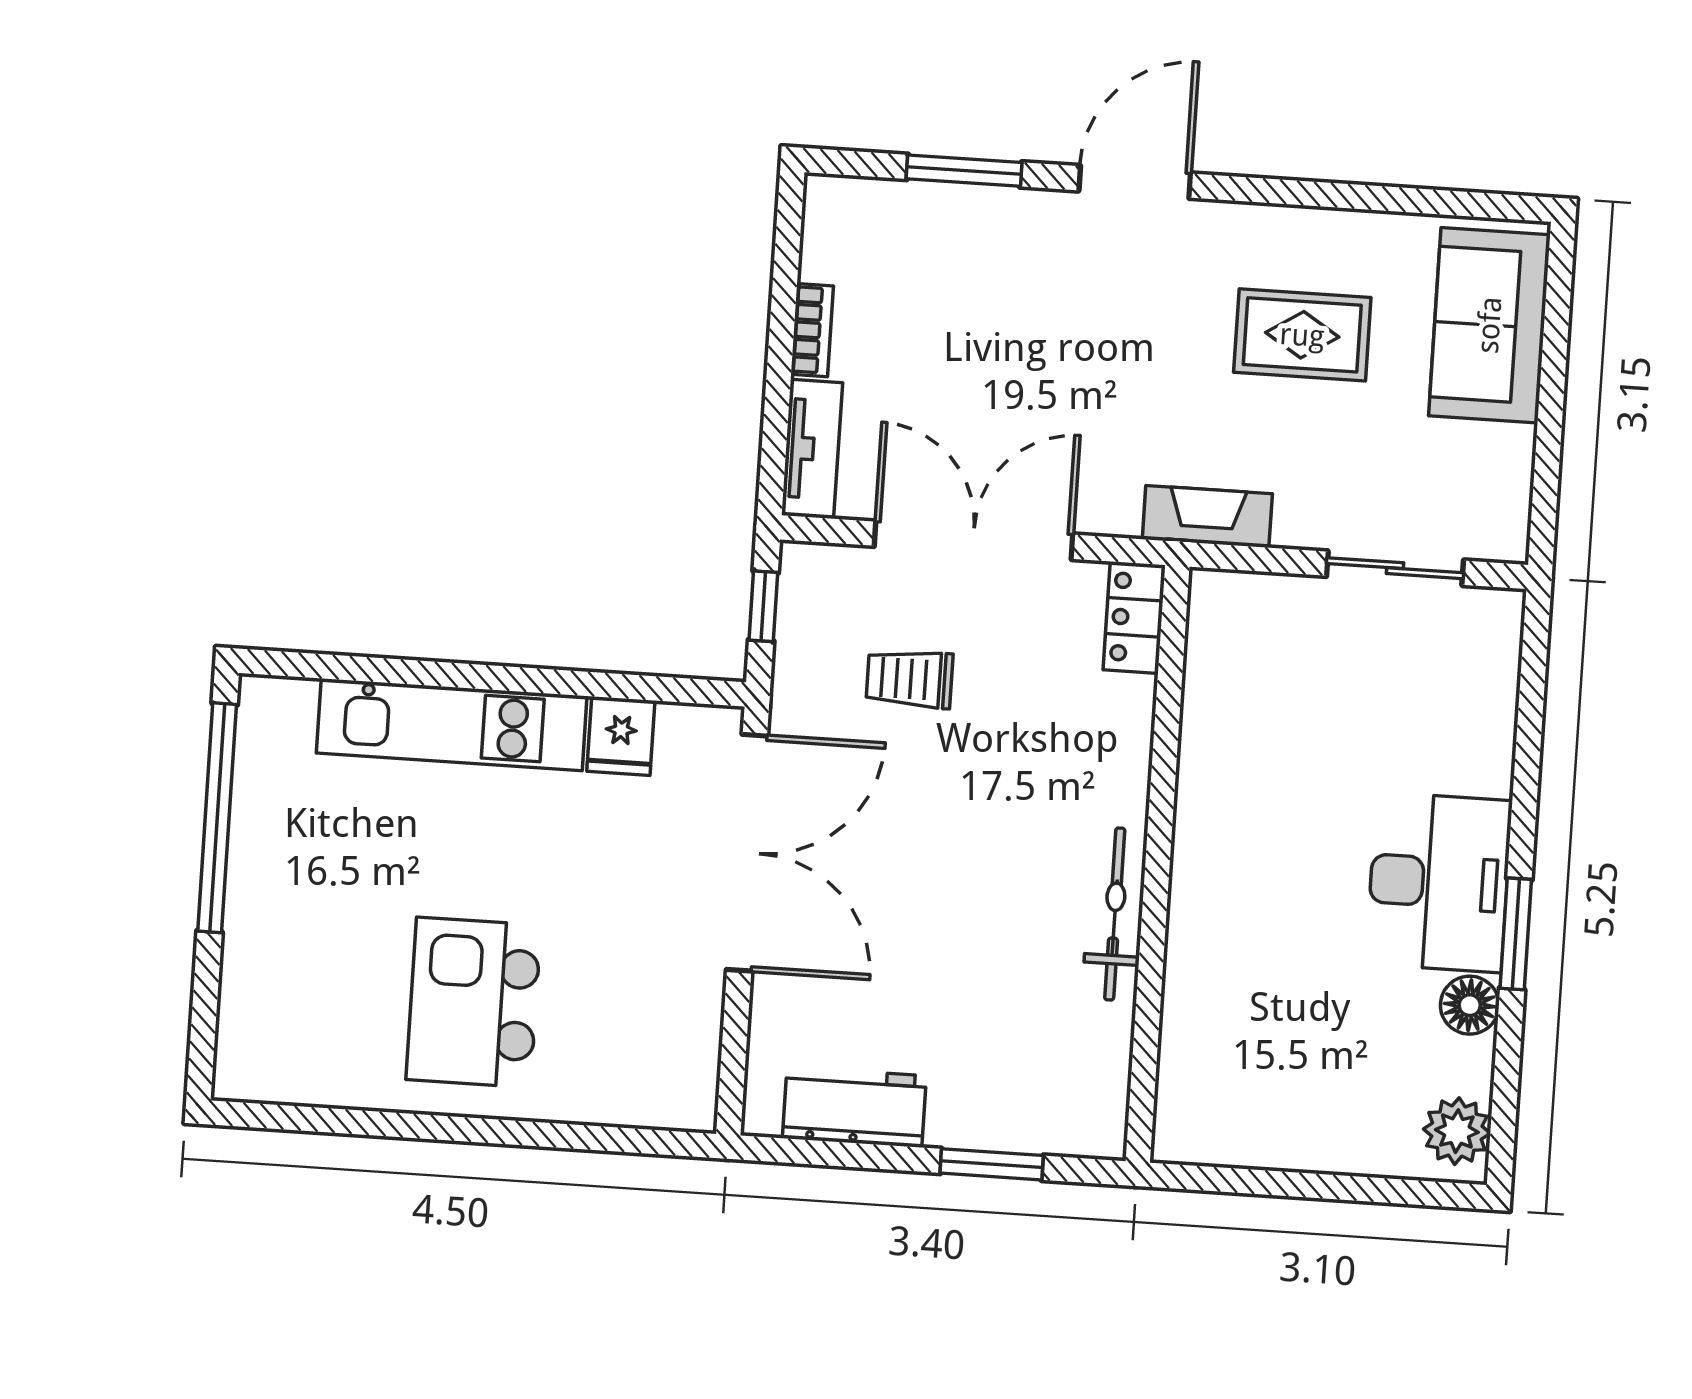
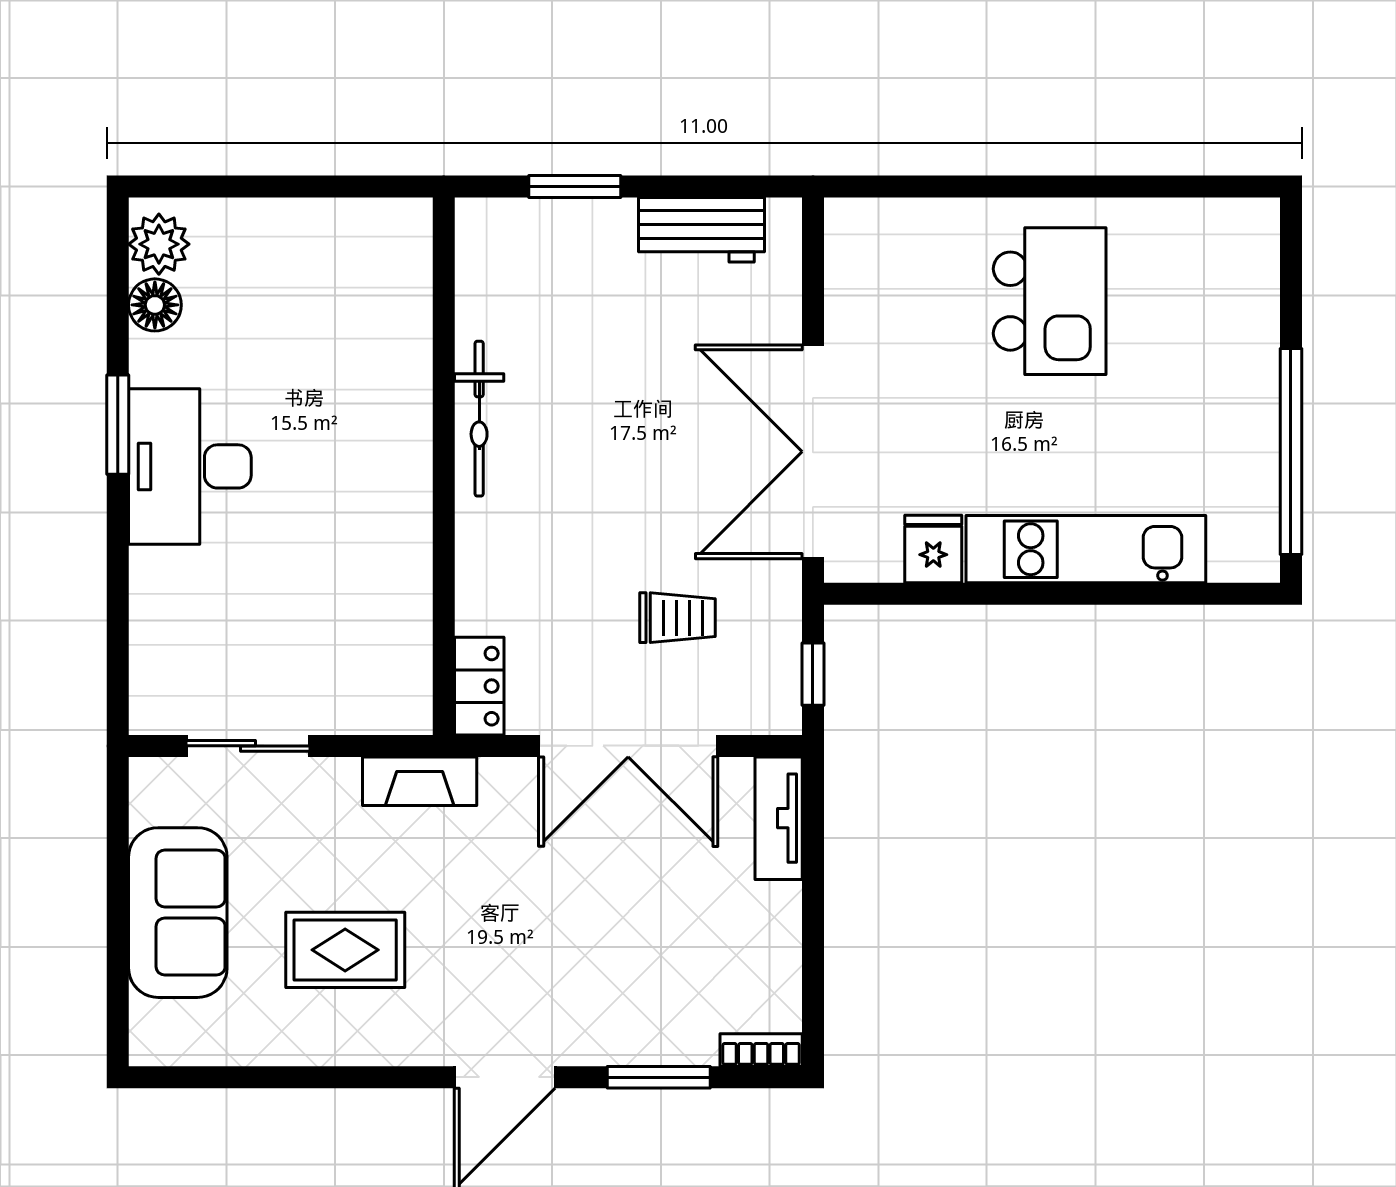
sofa: (1489, 325) -> (178, 913), moved
bookcase: (812, 330) -> (761, 1050), moved, turned 90
floor lamp: (1470, 1005) -> (155, 305), moved

